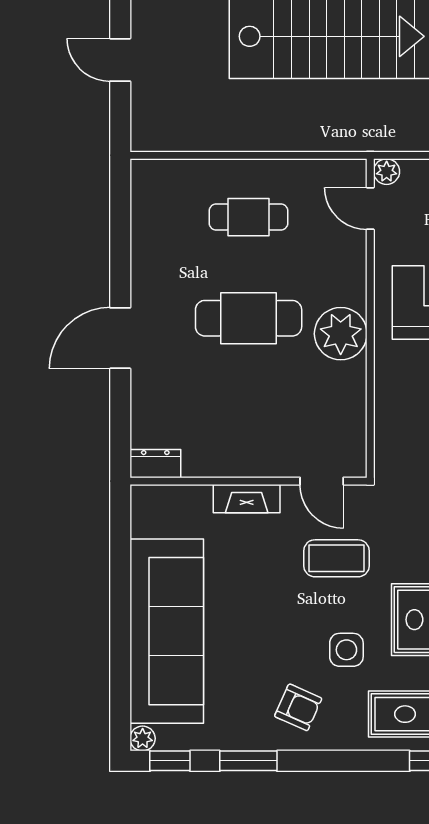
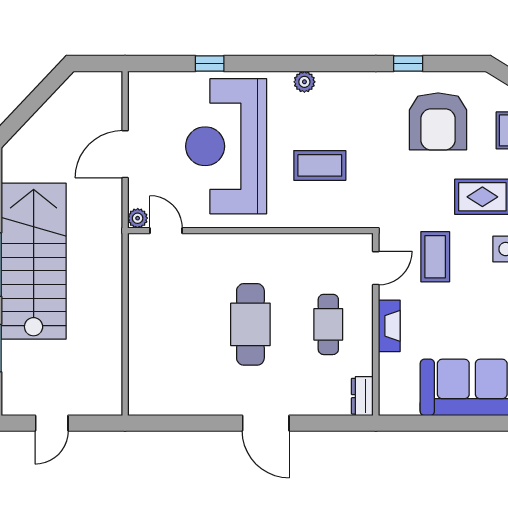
door: (370, 209) -> (166, 231), swing flipped
cafe table: (249, 217) -> (328, 324), moved
plant: (341, 334) -> (262, 253), removed

